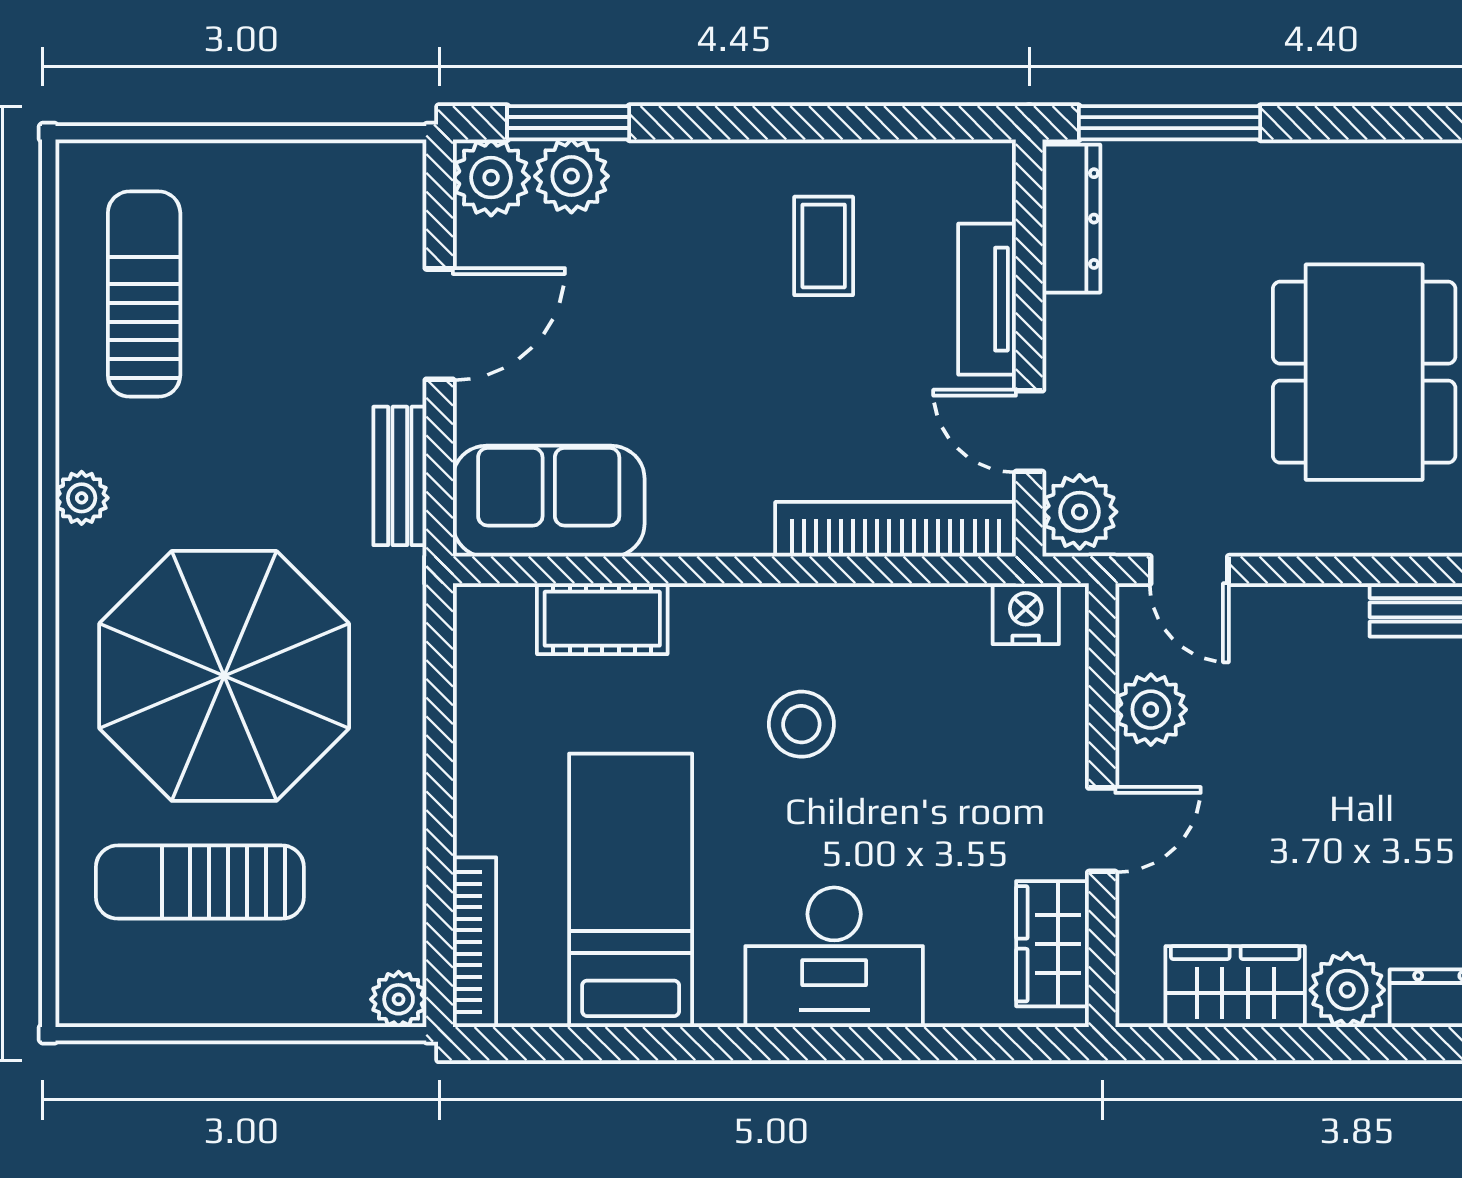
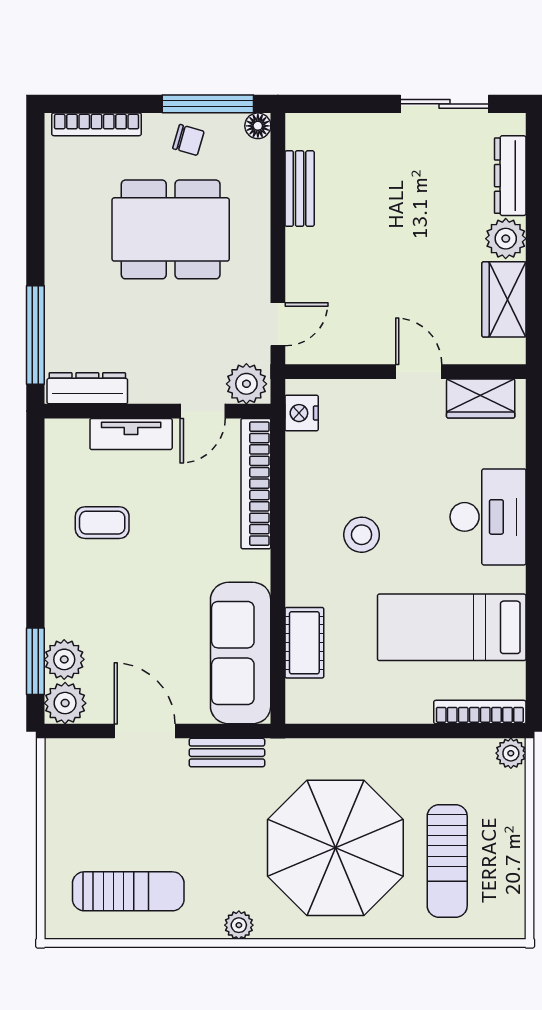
sun lounger: (144, 294) -> (128, 891), turned 180
sofa: (549, 501) -> (241, 653), width x1.36
plant: (1151, 710) -> (354, 345), removed

